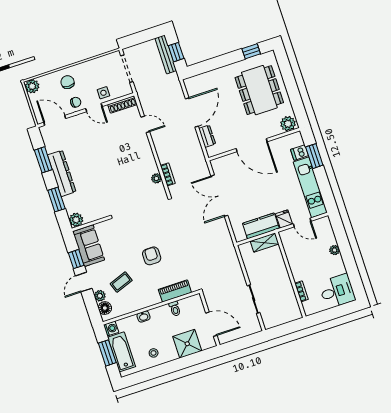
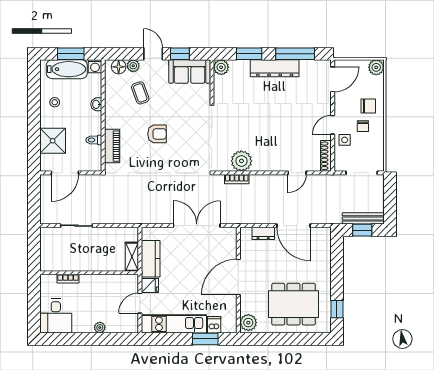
chair: (76, 102) -> (363, 126), moved
window: (43, 160) -> (295, 54), width x1.44
plant: (156, 178) -> (241, 161), width x1.88, depth x1.88

